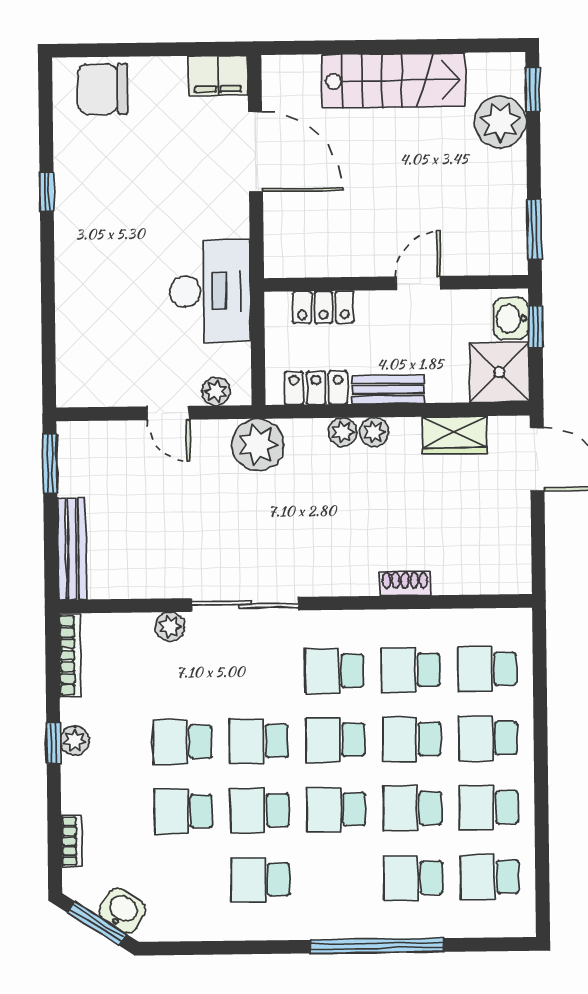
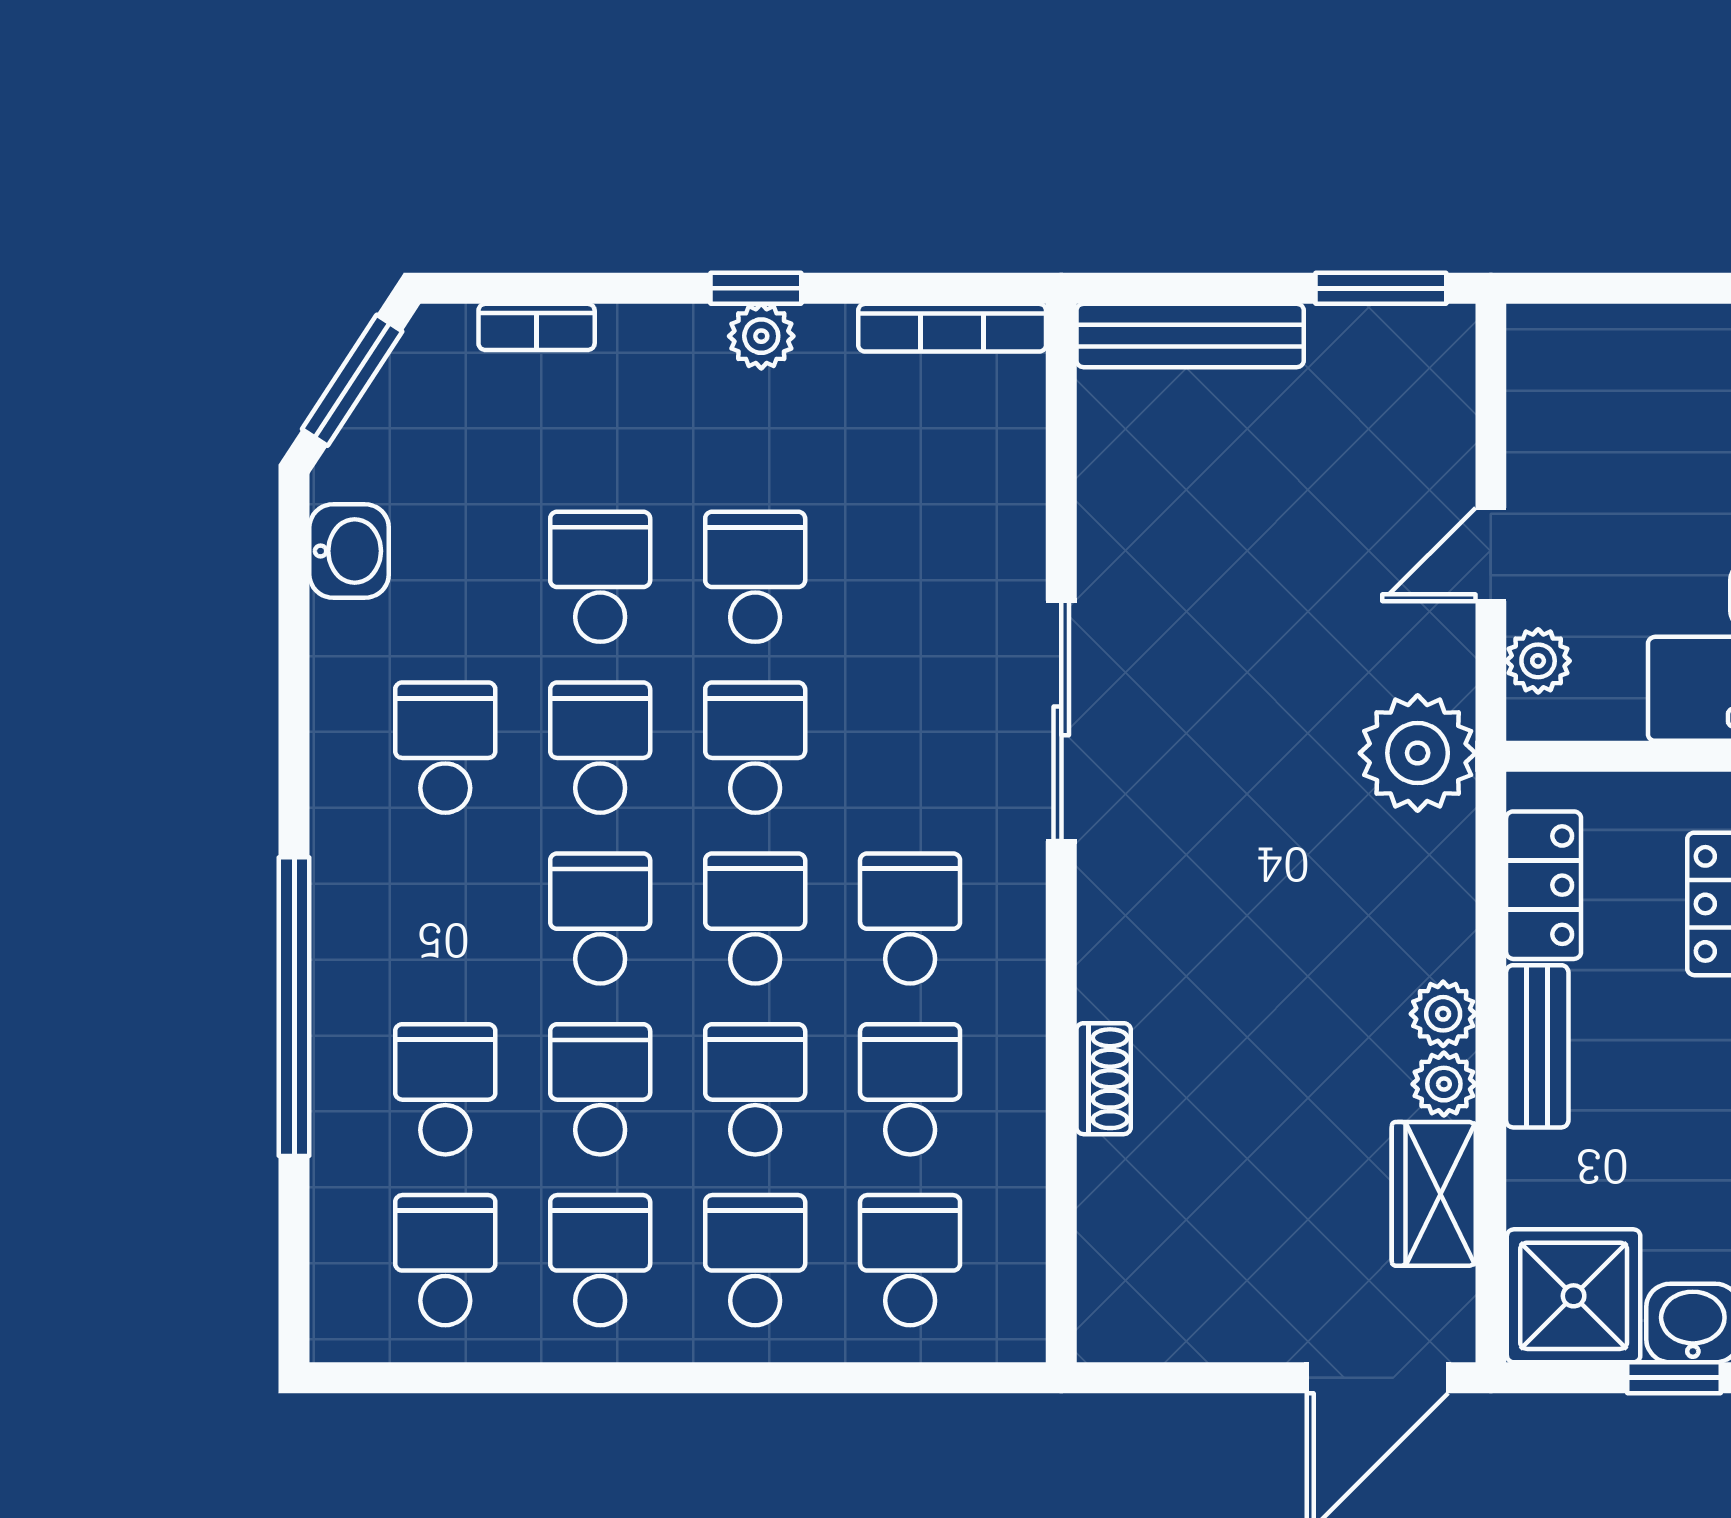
plant: (343, 432) -> (1444, 1084), moved
plant: (170, 627) -> (1013, 552), removed
washbasin: (122, 910) -> (349, 551), moved, turned -33

